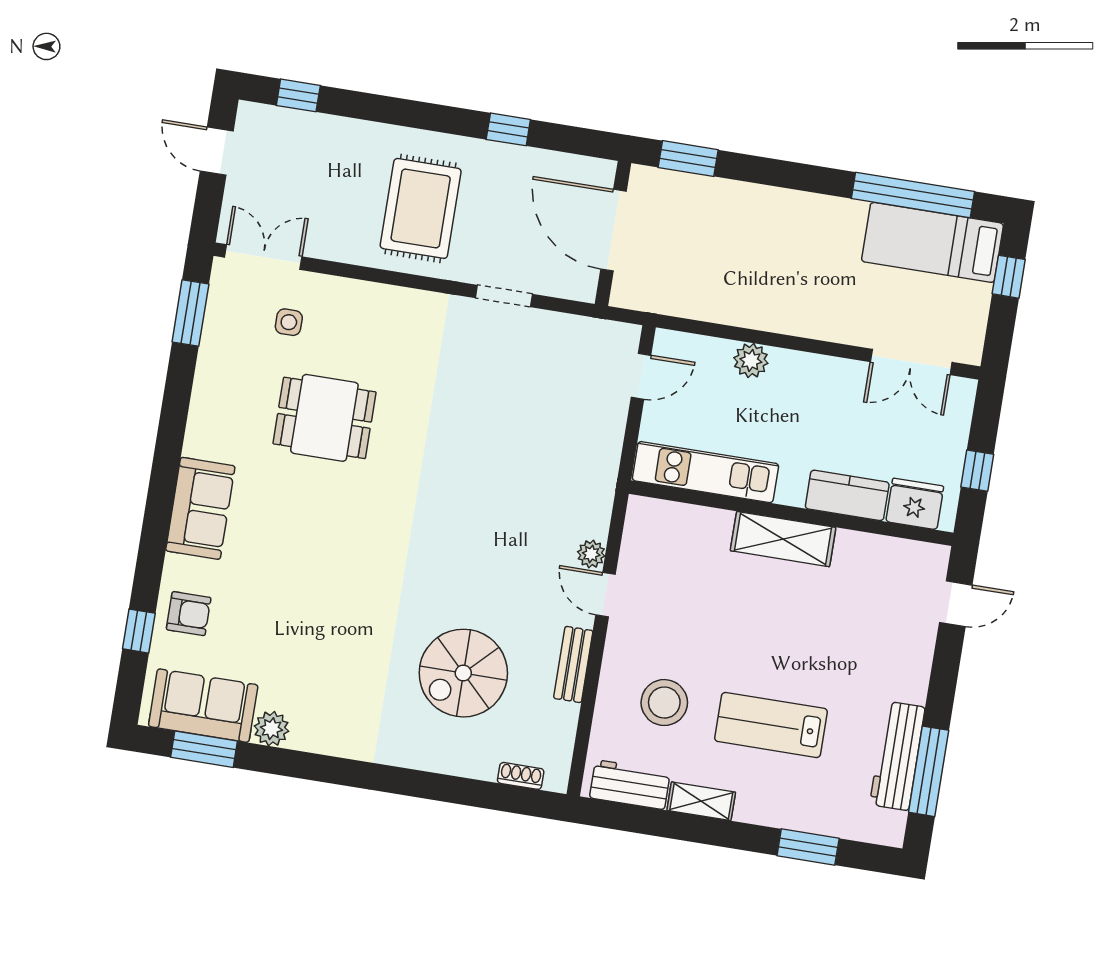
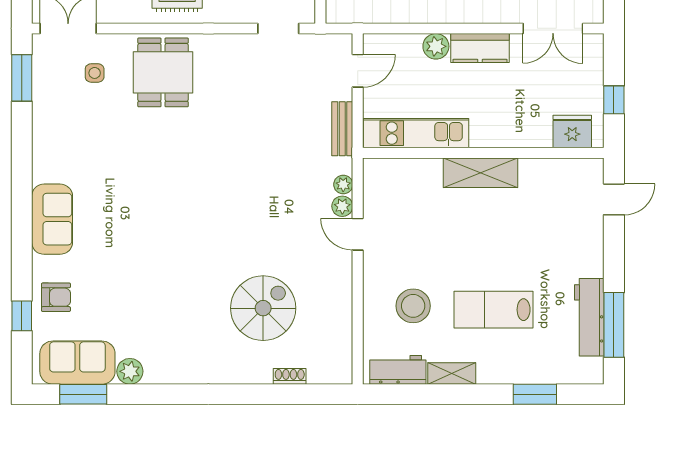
doorway: (504, 296) -> (278, 28), moved
dining table: (324, 418) -> (163, 72), moved, turned 90
kitchen counter: (847, 495) -> (480, 48), moved, turned 180
plant: (597, 525) -> (343, 184), added
bench: (573, 664) -> (342, 129), moved
spiral stairs: (463, 673) -> (263, 308), turned 180
shoe rack: (521, 776) -> (290, 376), moved

